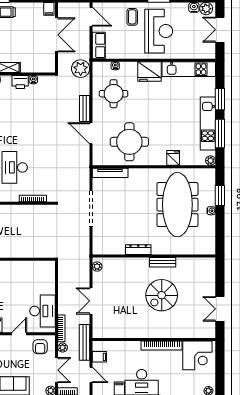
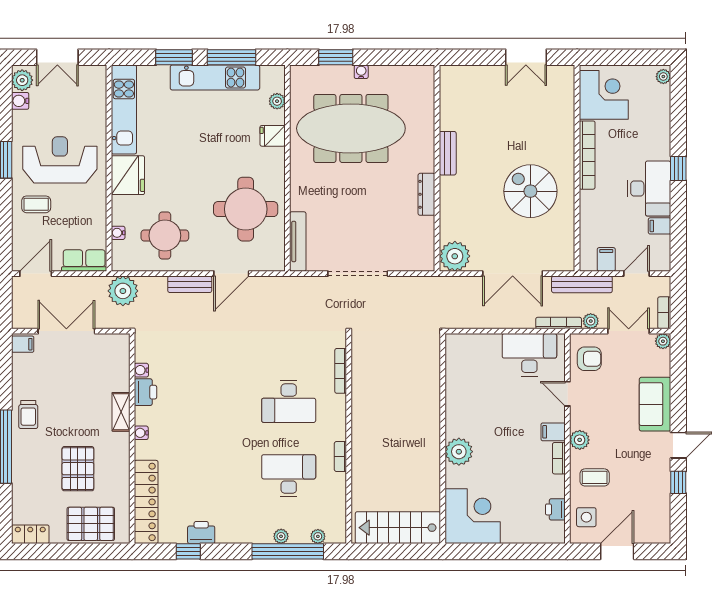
plant: (211, 161) -> (277, 101), moved
plant: (97, 267) -> (455, 256), width x1.88, depth x1.88
spiral stairs: (162, 295) -> (530, 191), moved, turned 180
double door: (91, 301) -> (513, 274), width x1.37

